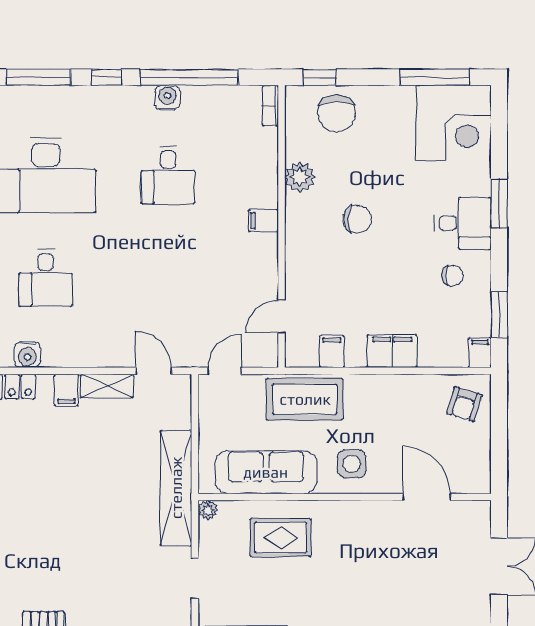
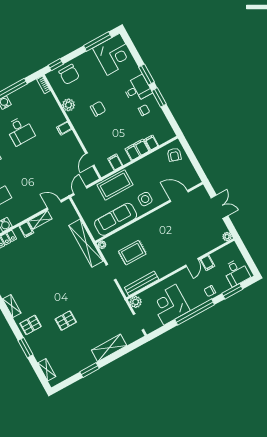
window: (499, 315) -> (159, 97), moved
filing cabinet: (480, 353) -> (151, 143), moved
rug: (281, 538) -> (132, 253), moved

